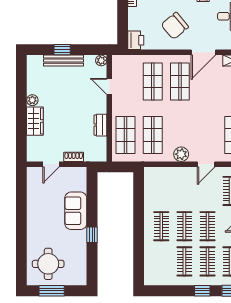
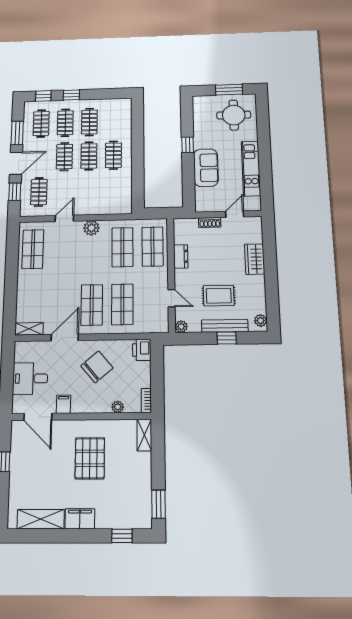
rug: (68, 88) -> (219, 296), added
plant: (32, 100) -> (261, 321), moved
kitchen unit: (34, 209) -> (251, 169), added

